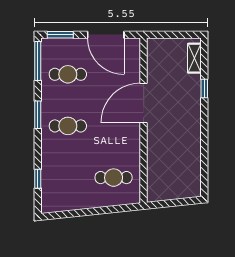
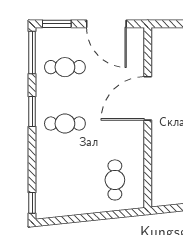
cafe table: (114, 178) -> (115, 180), turned 90
window: (38, 179) -> (32, 203), moved

